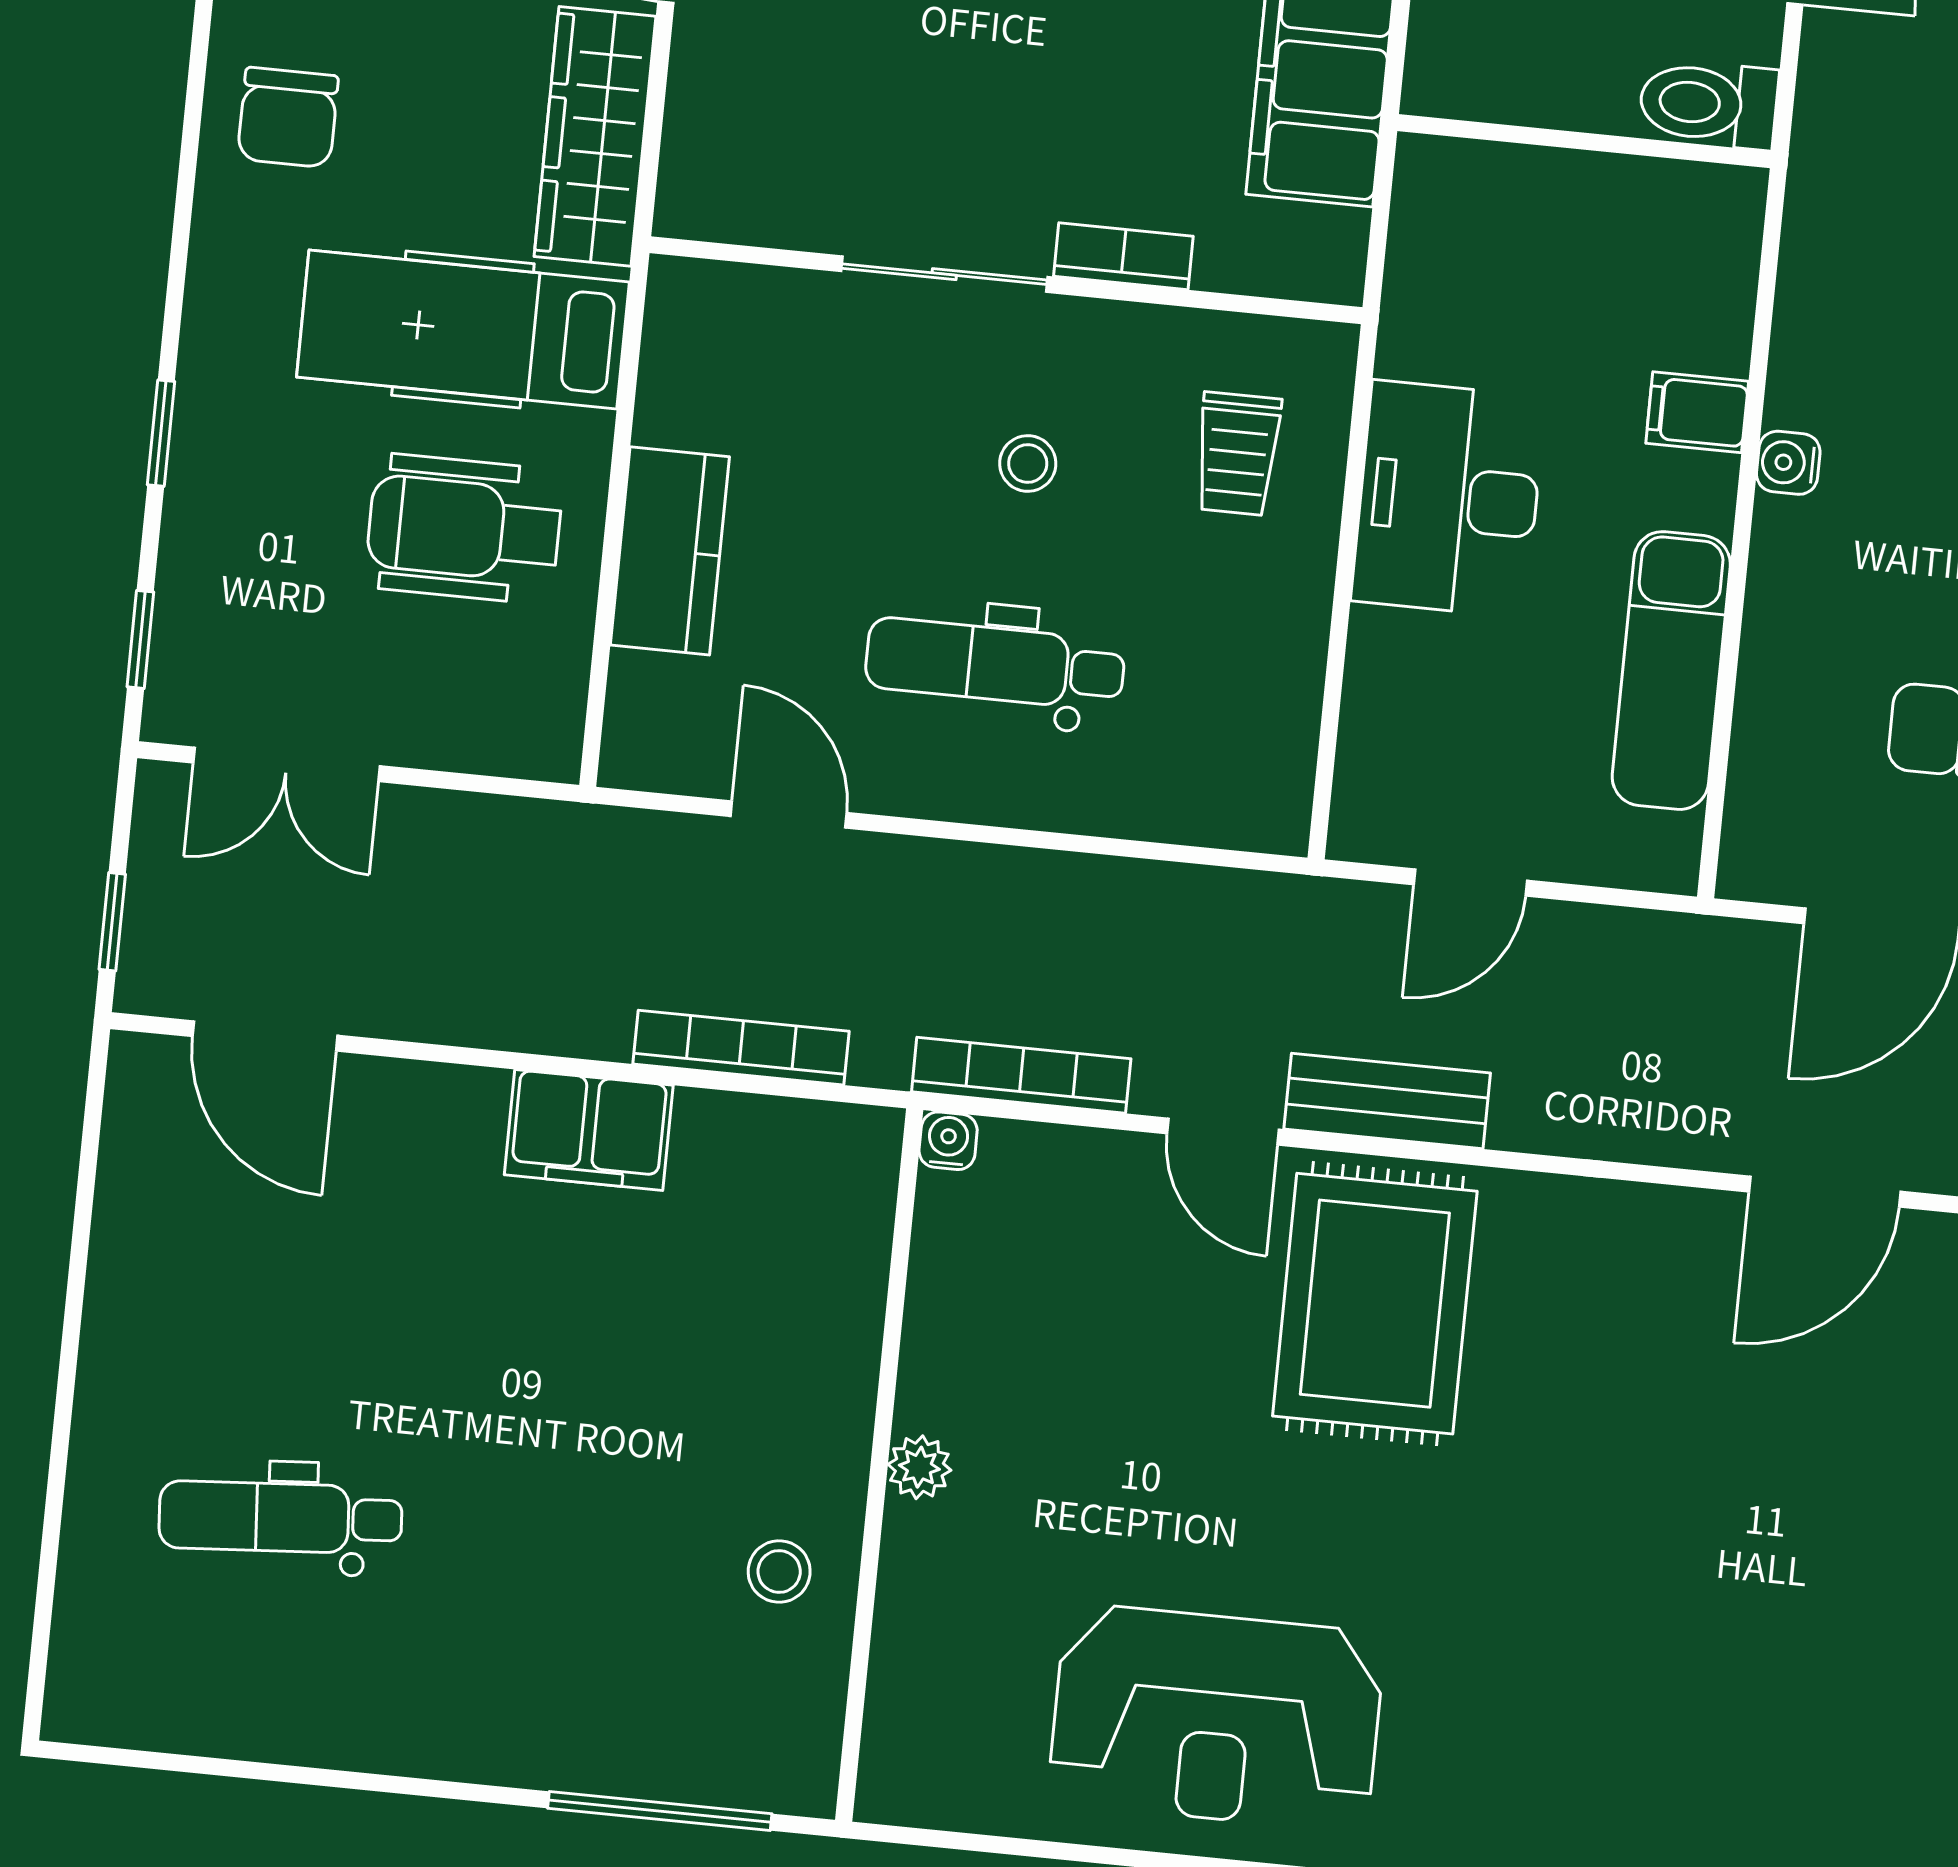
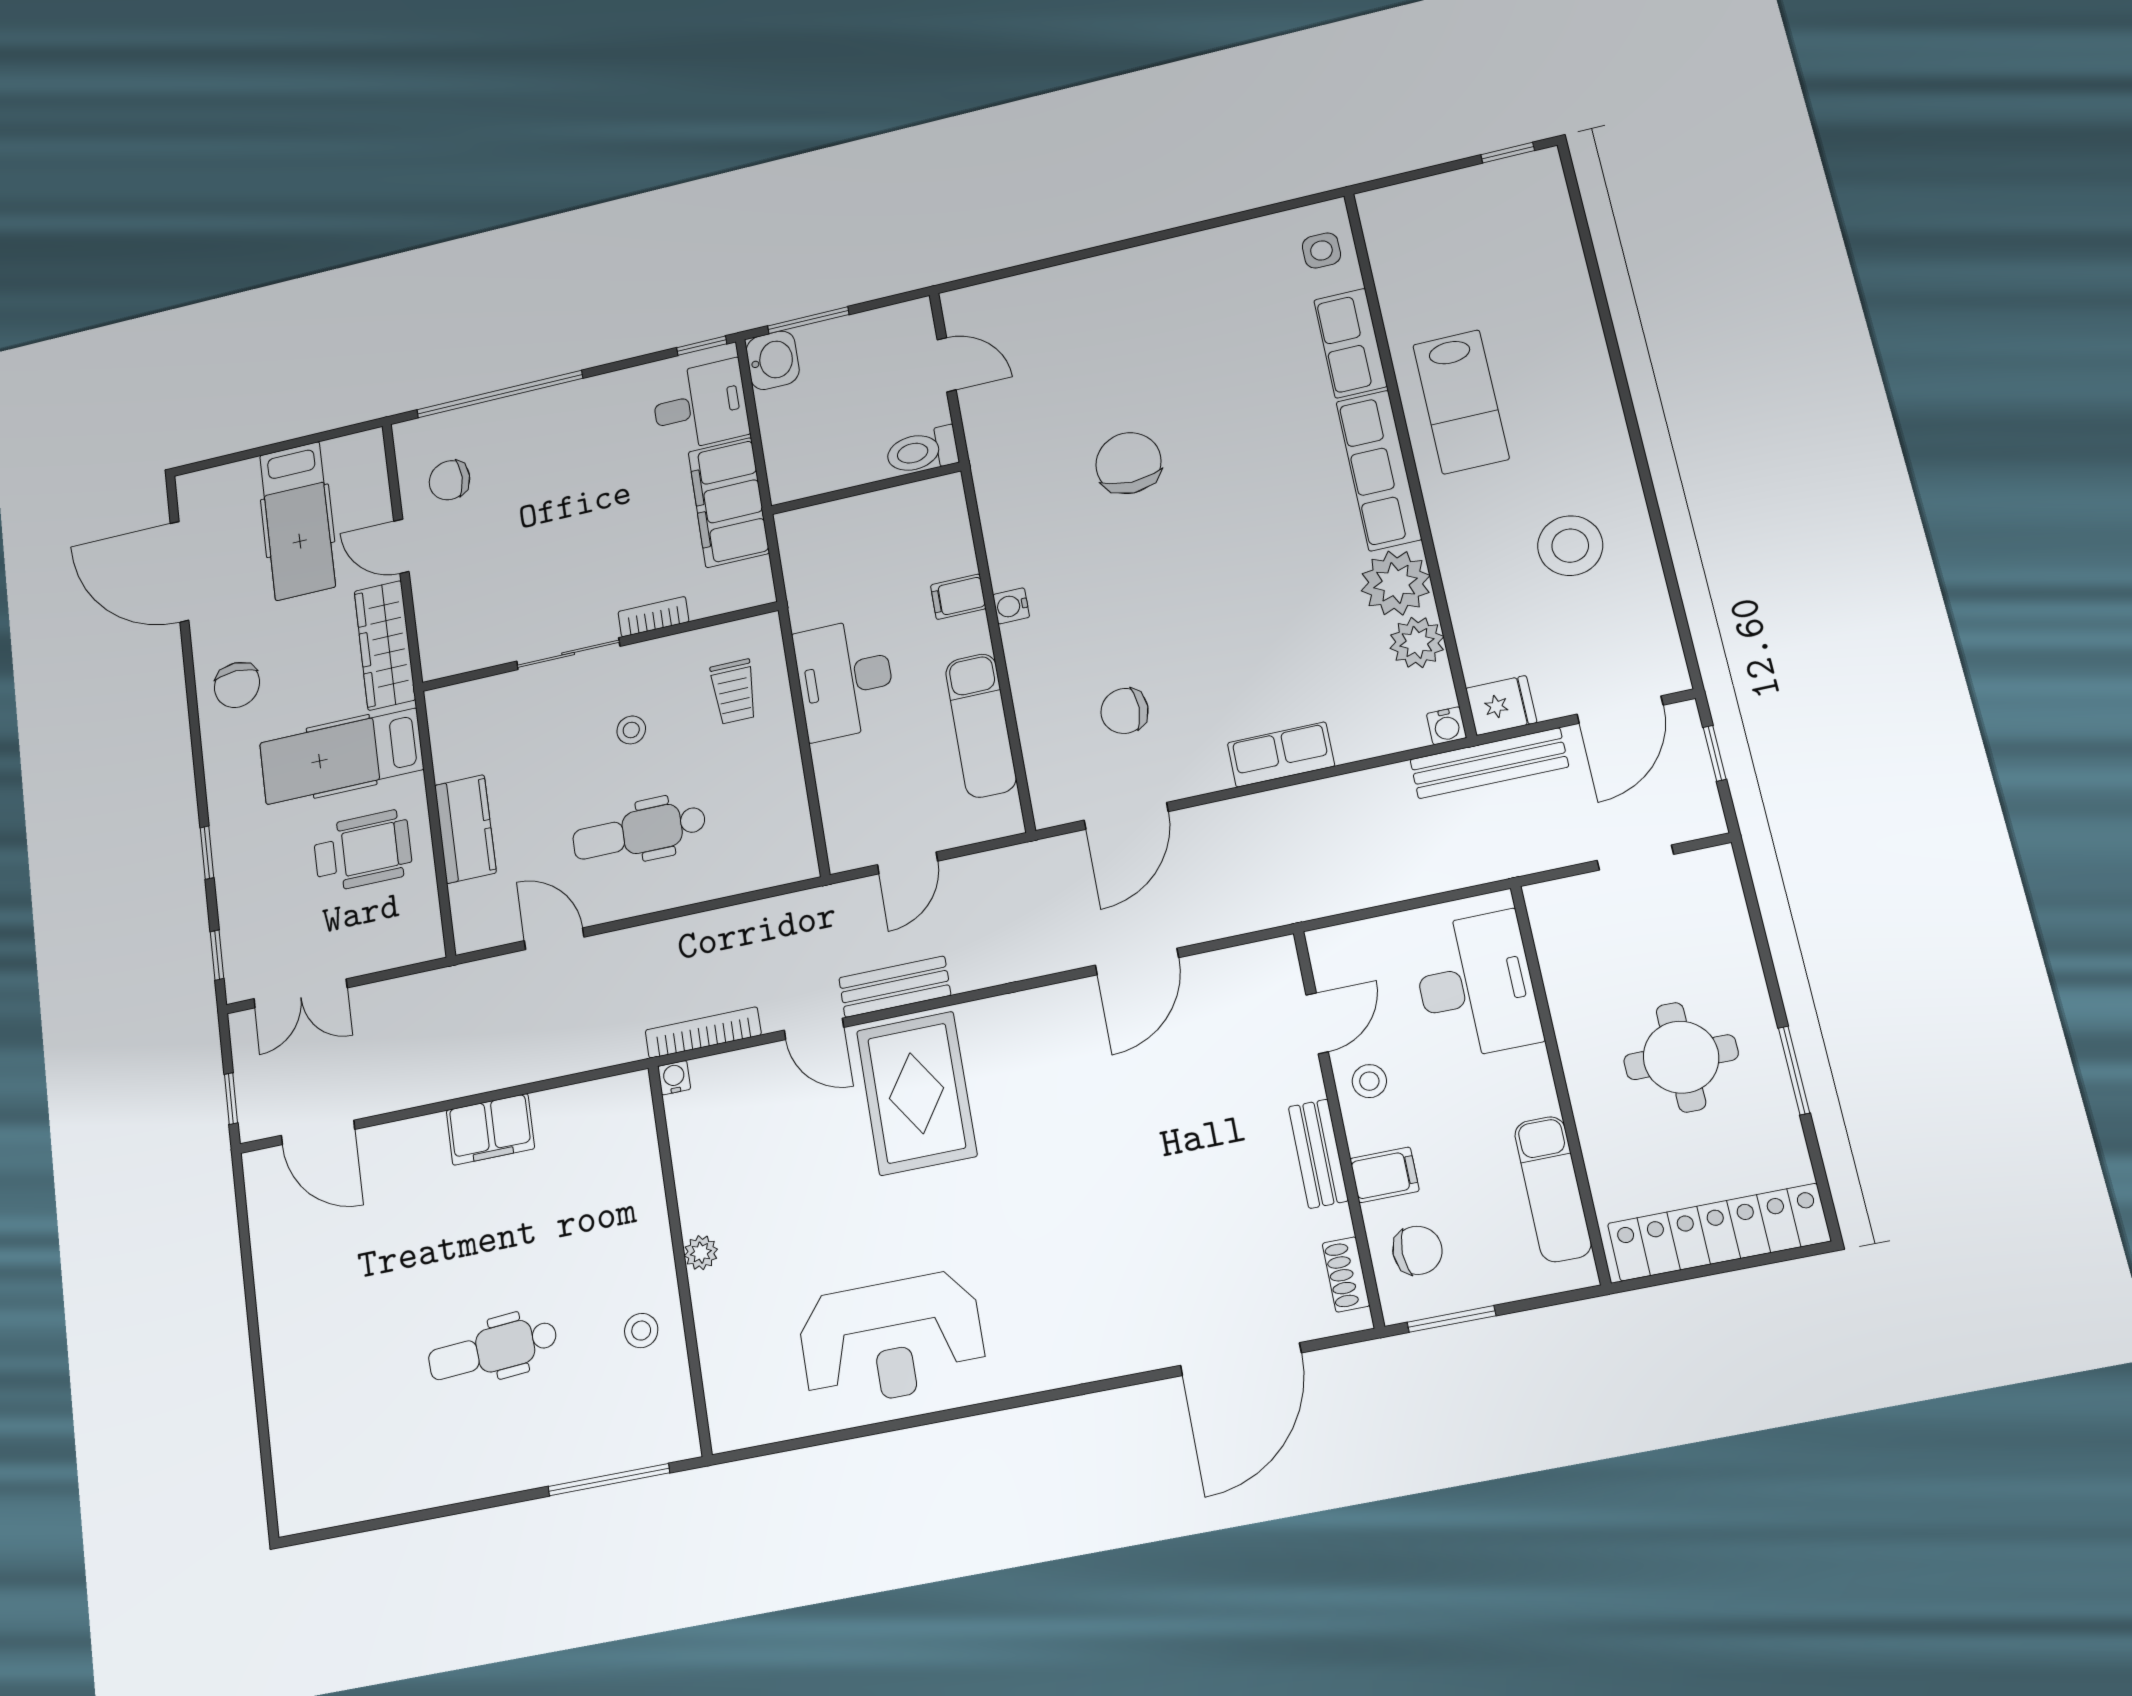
wheelchair: (464, 529) -> (363, 851), turned 180
bookcase: (741, 1048) -> (558, 1063), removed
dental chair: (280, 1517) -> (493, 1350), moved

